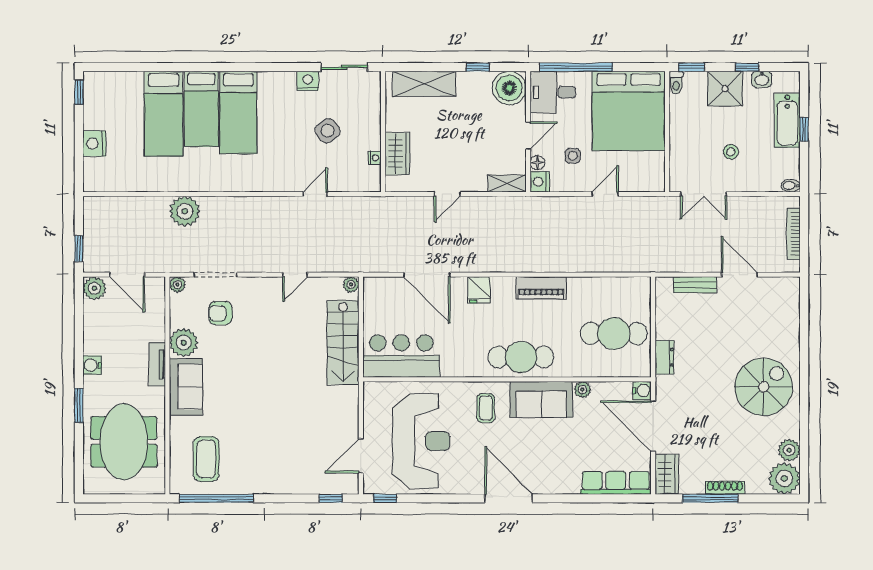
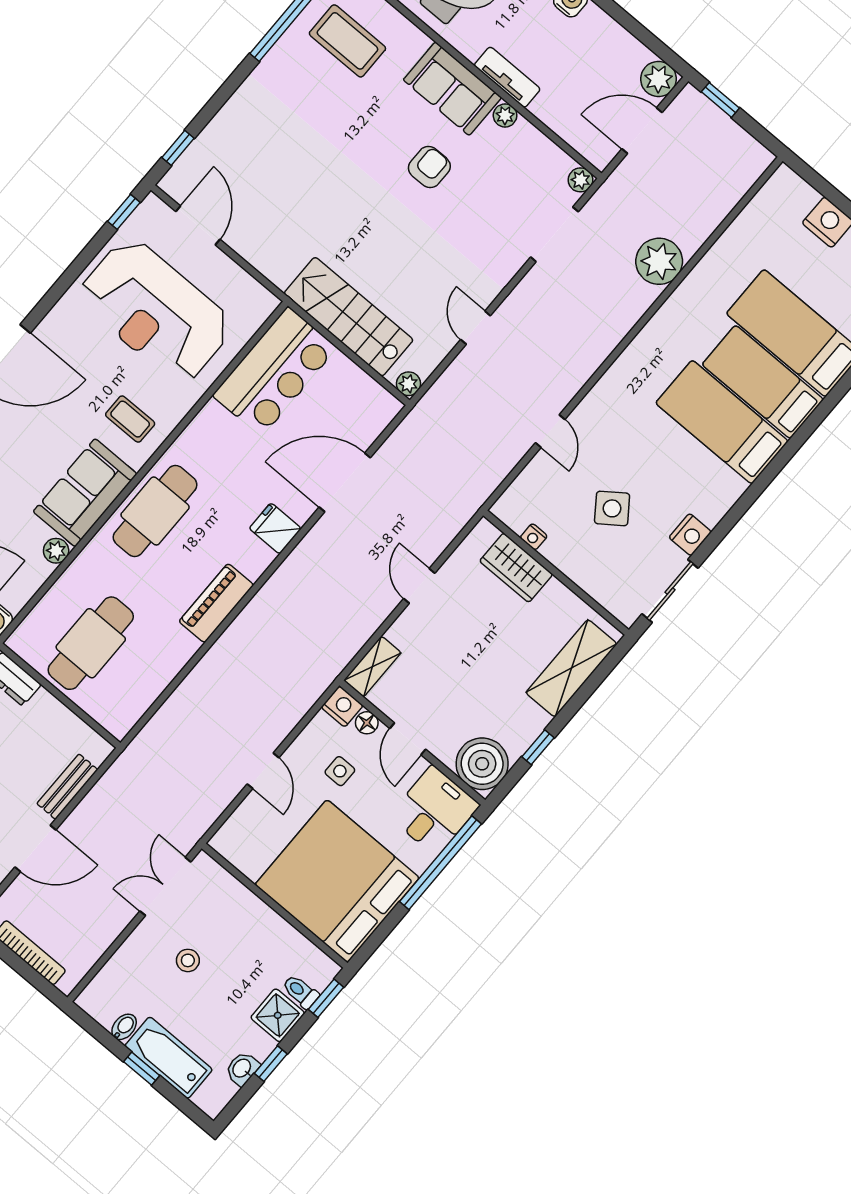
toilet: (676, 83) -> (301, 992), moved
shower: (725, 89) -> (278, 1015), width x0.73, depth x0.73
bidet: (791, 186) -> (124, 1027), moved
armchair: (220, 313) -> (429, 167), moved
plant: (184, 343) -> (505, 115), width x0.53, depth x0.53

